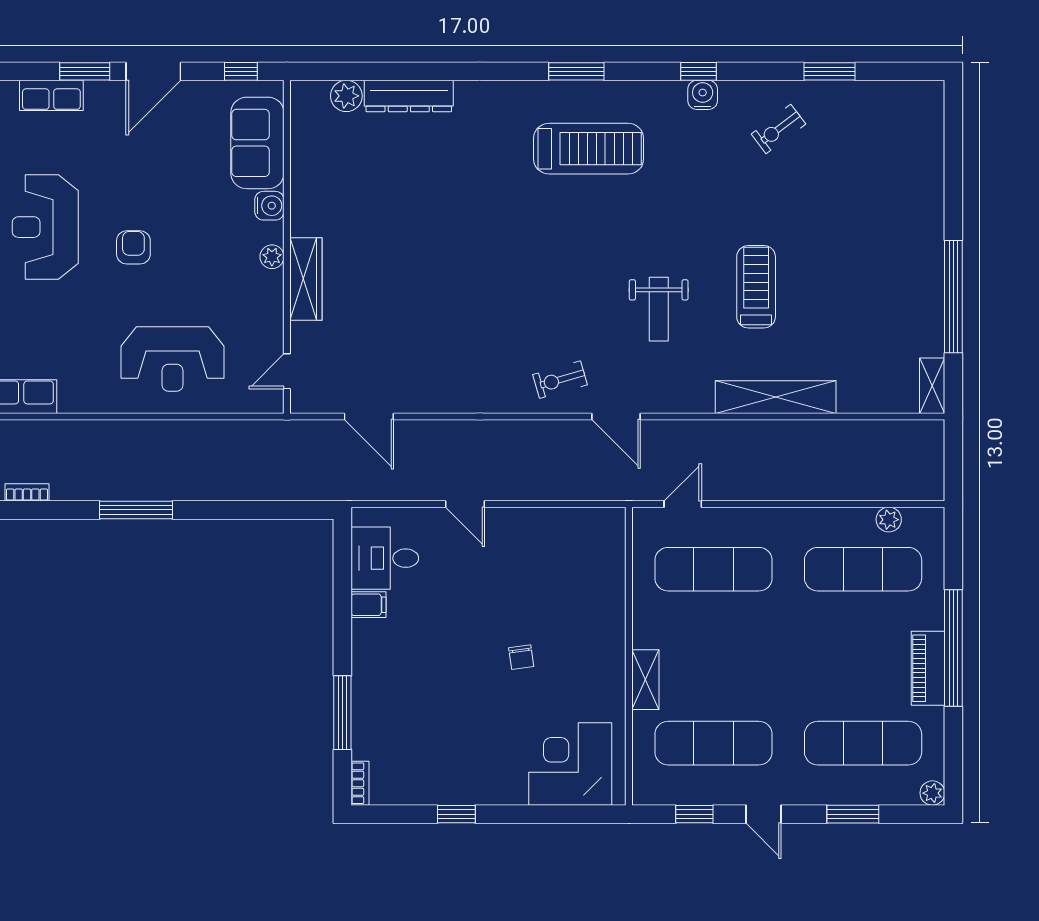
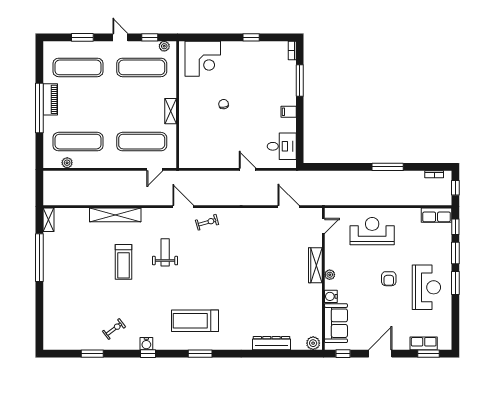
window: (85, 71) -> (428, 354), moved
plant: (346, 96) -> (313, 343), moved
filing cabinet: (369, 605) -> (289, 112), moved
shelving: (645, 680) -> (171, 111), moved
plant: (932, 793) -> (164, 46), moved

